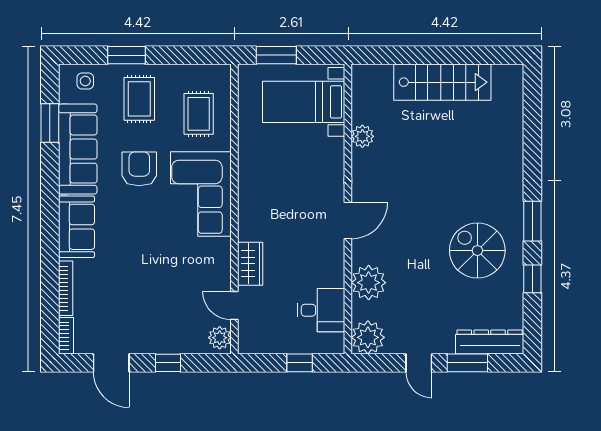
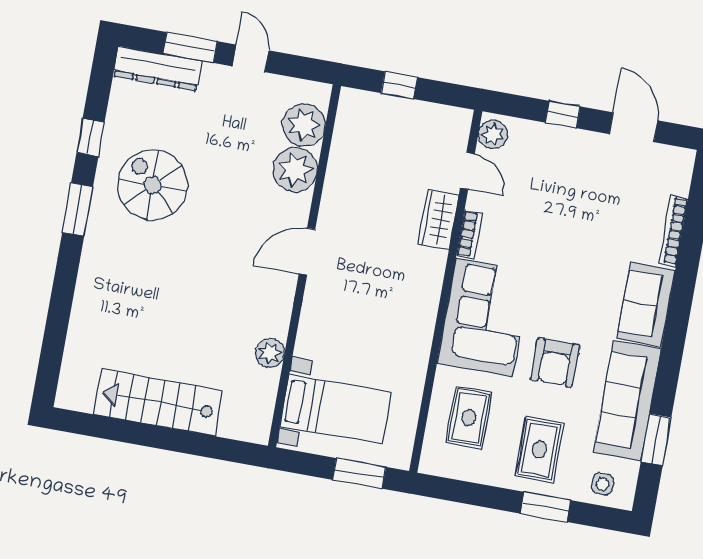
spiral stairs: (477, 251) -> (153, 185), turned 180
desk: (321, 310) -> (360, 146), removed
bookcase: (66, 336) -> (470, 234), moved, turned 180
plant: (368, 337) -> (304, 125), moved

